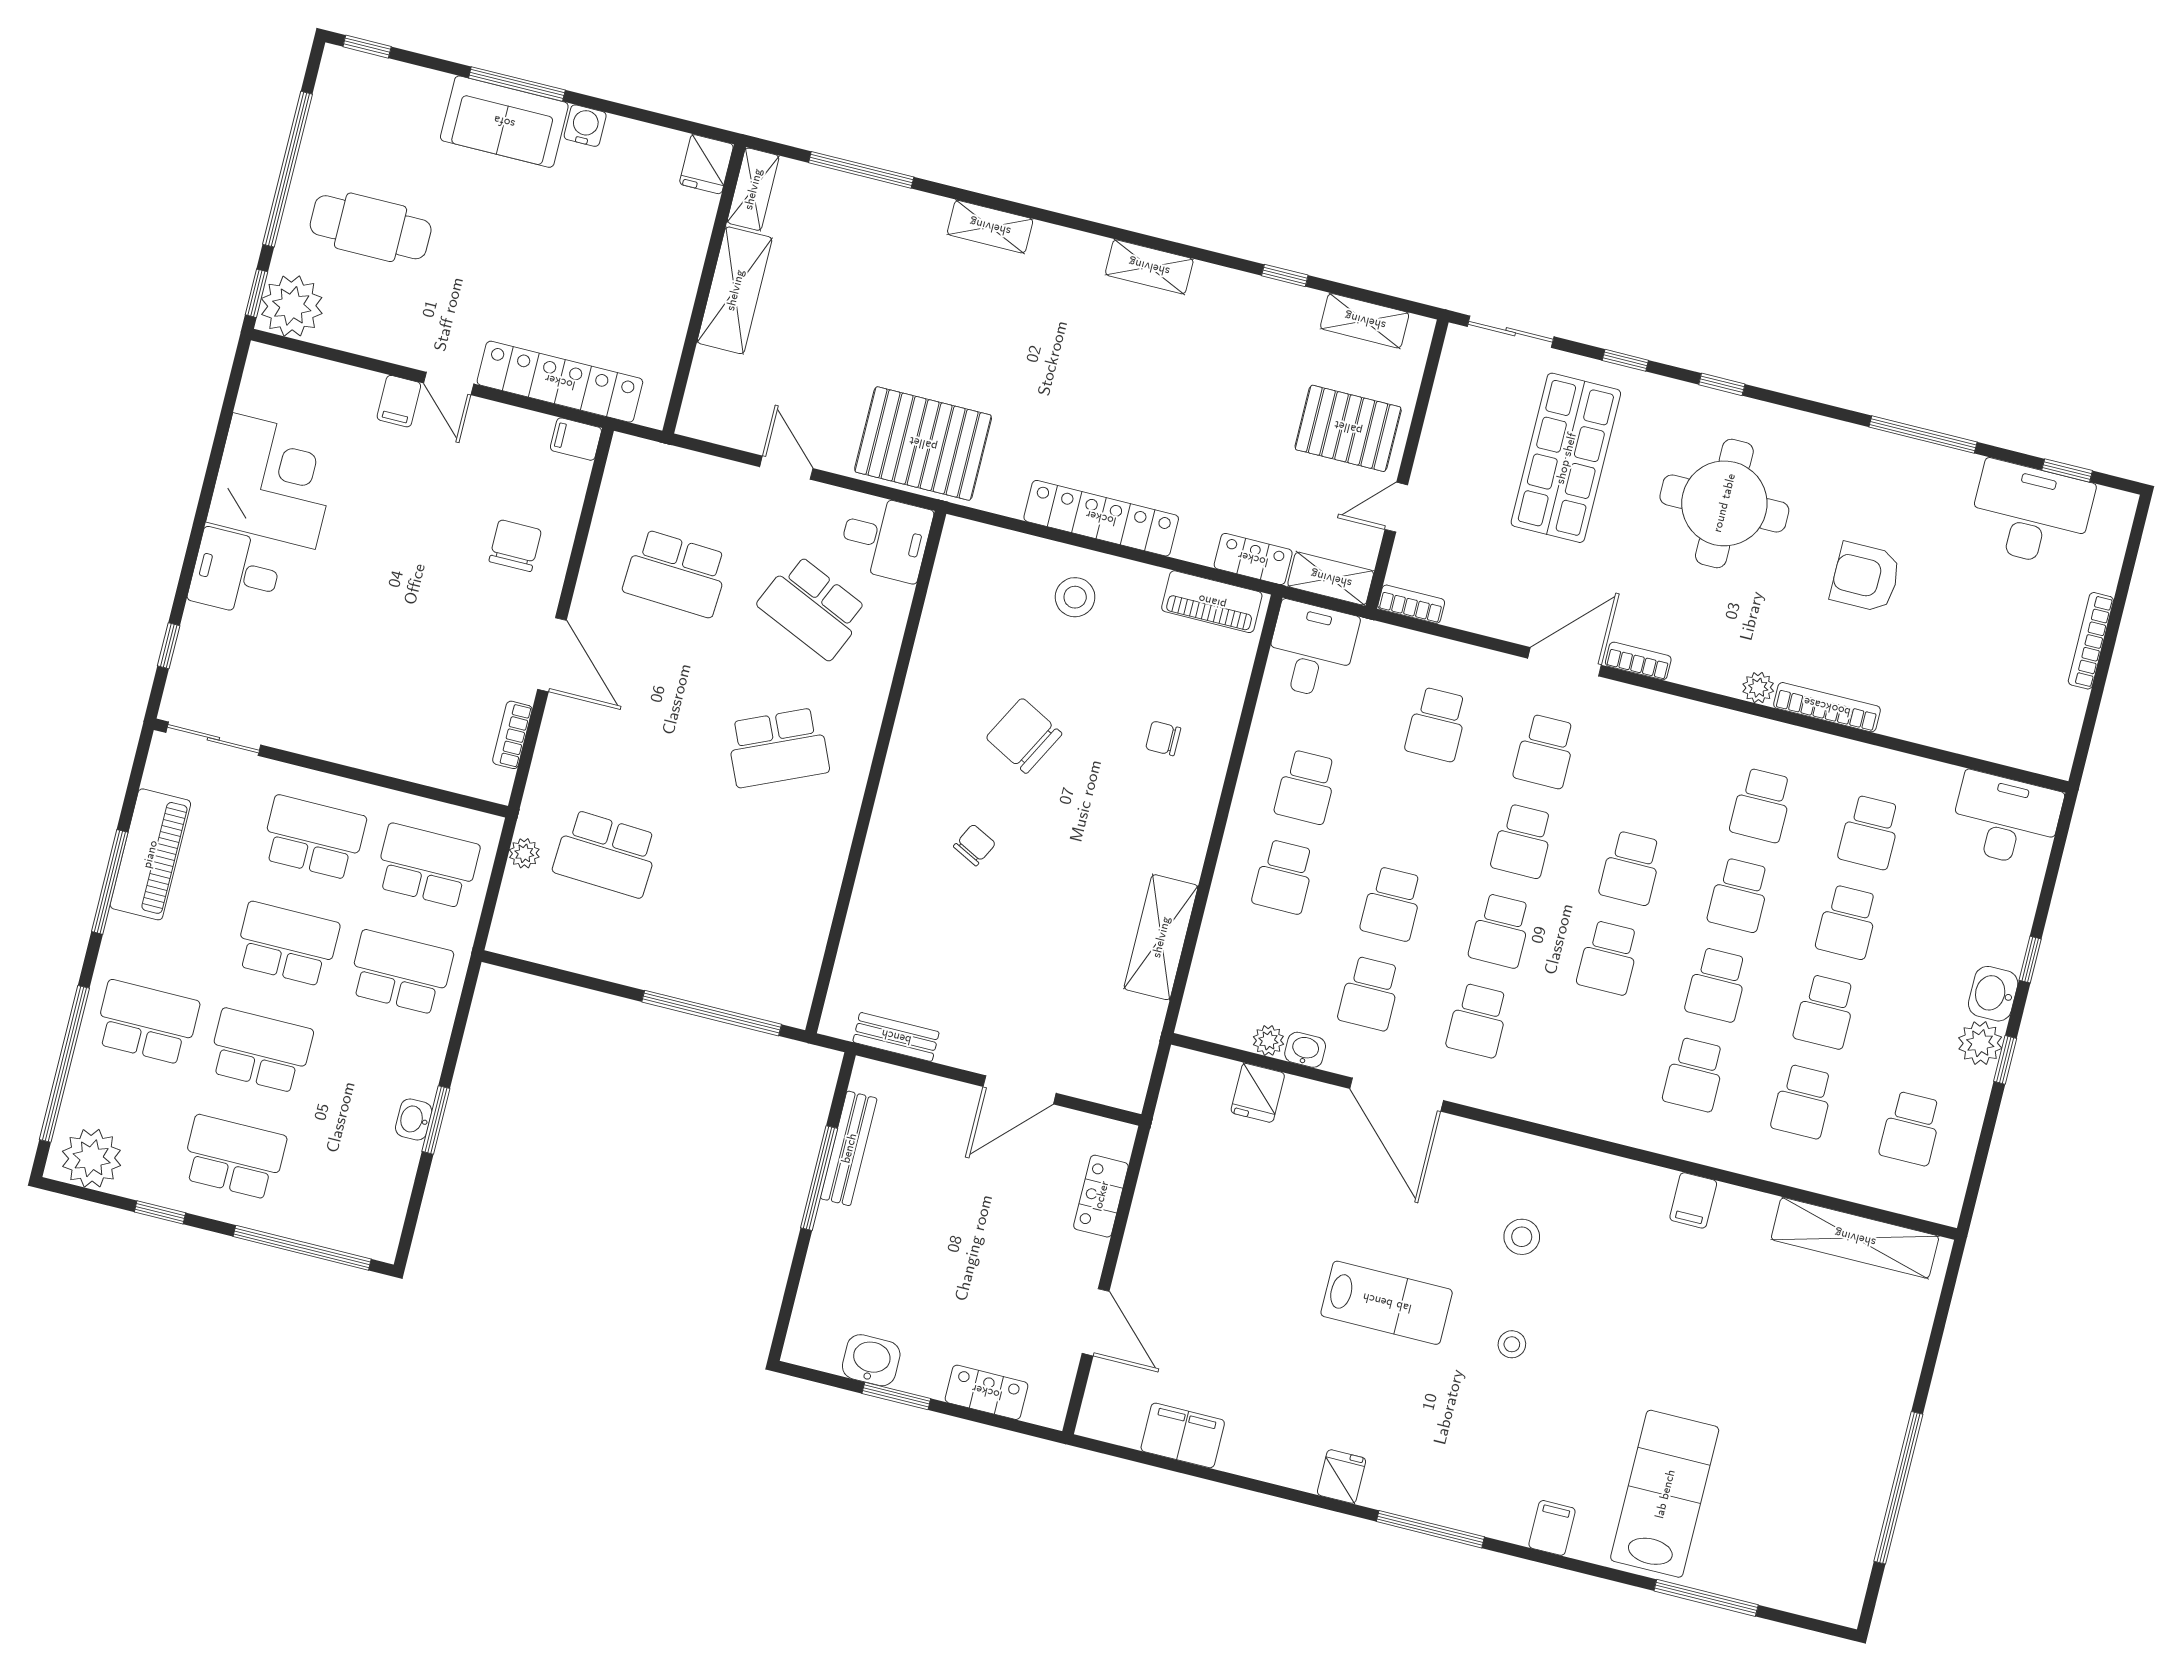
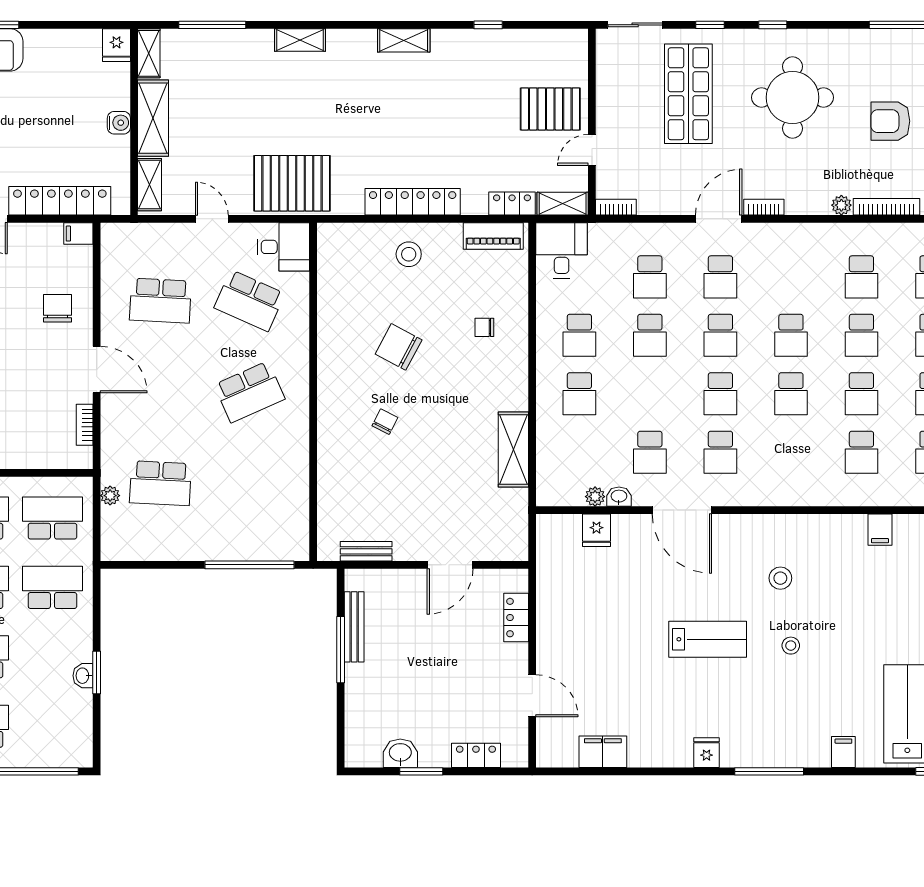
water cooler: (585, 126) -> (119, 123), moved, turned 90
shelving: (1365, 321) -> (150, 185), moved, turned 90
school desk: (1392, 904) -> (650, 335), moved

